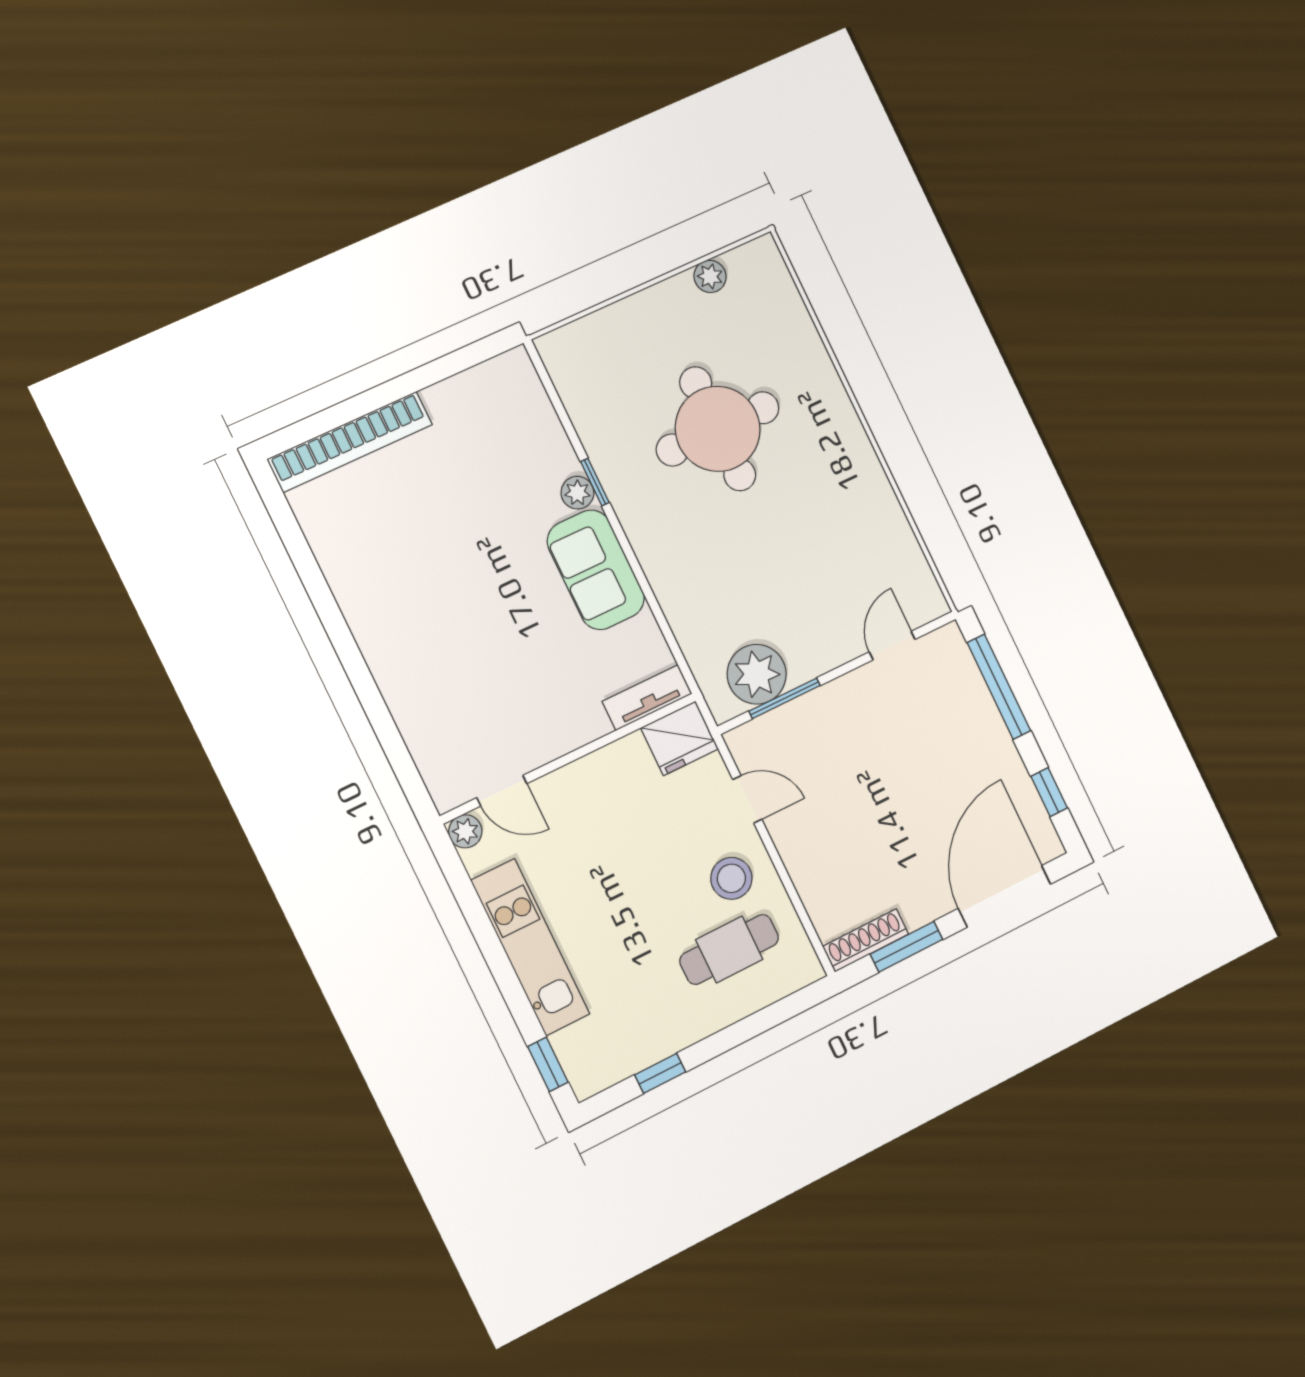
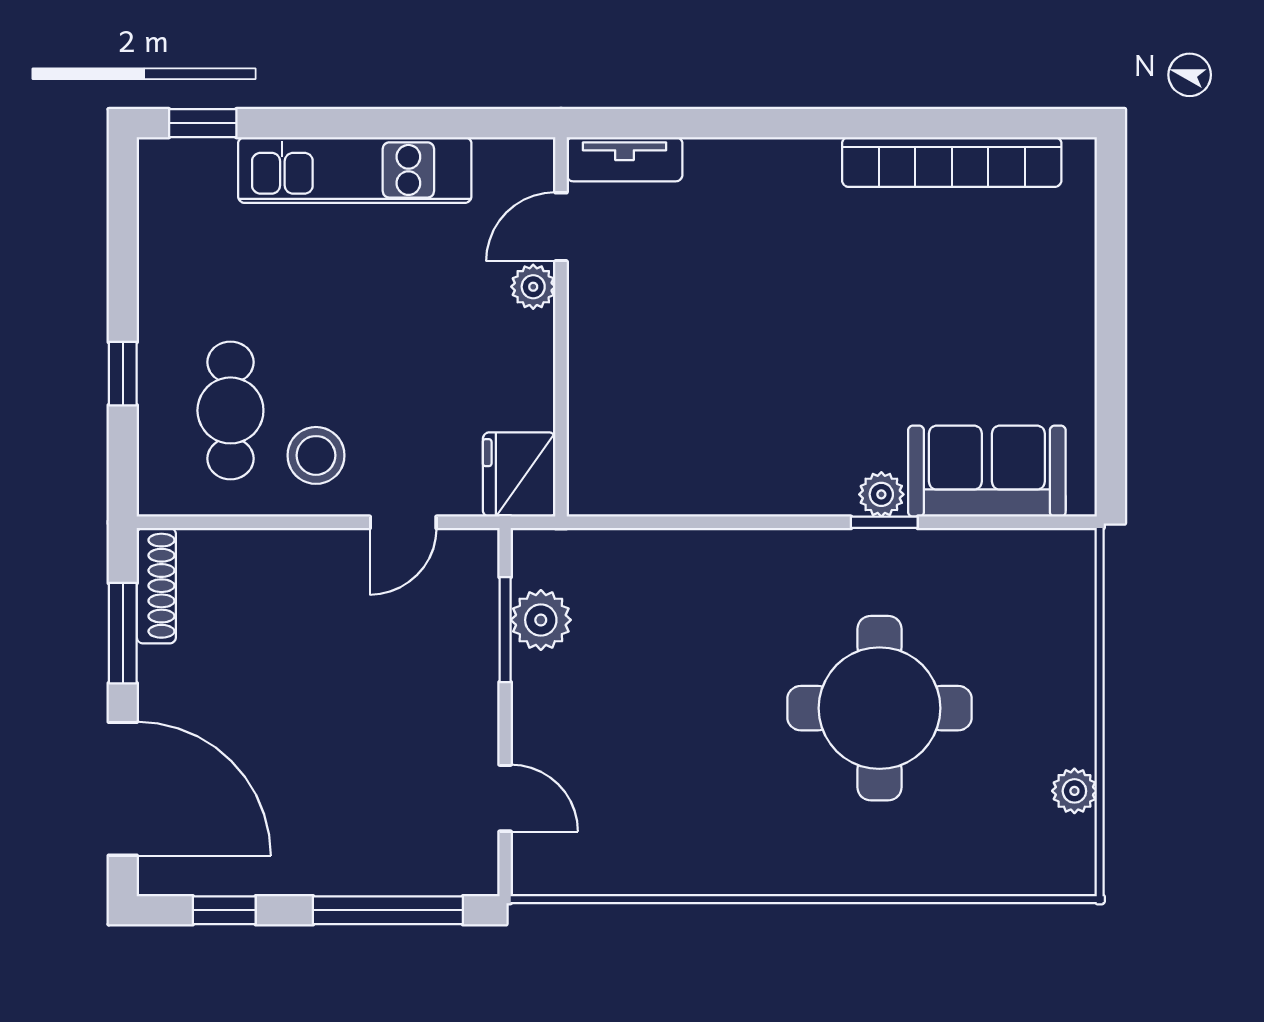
bookcase: (350, 442) -> (952, 162), moved, turned -90
sofa: (596, 570) -> (987, 471), moved
plant: (757, 674) -> (541, 620), width x0.73, depth x0.73
tv unit: (647, 697) -> (624, 159), moved, turned 90
plant: (465, 831) -> (533, 287), moved
window: (660, 1073) -> (123, 374), moved

